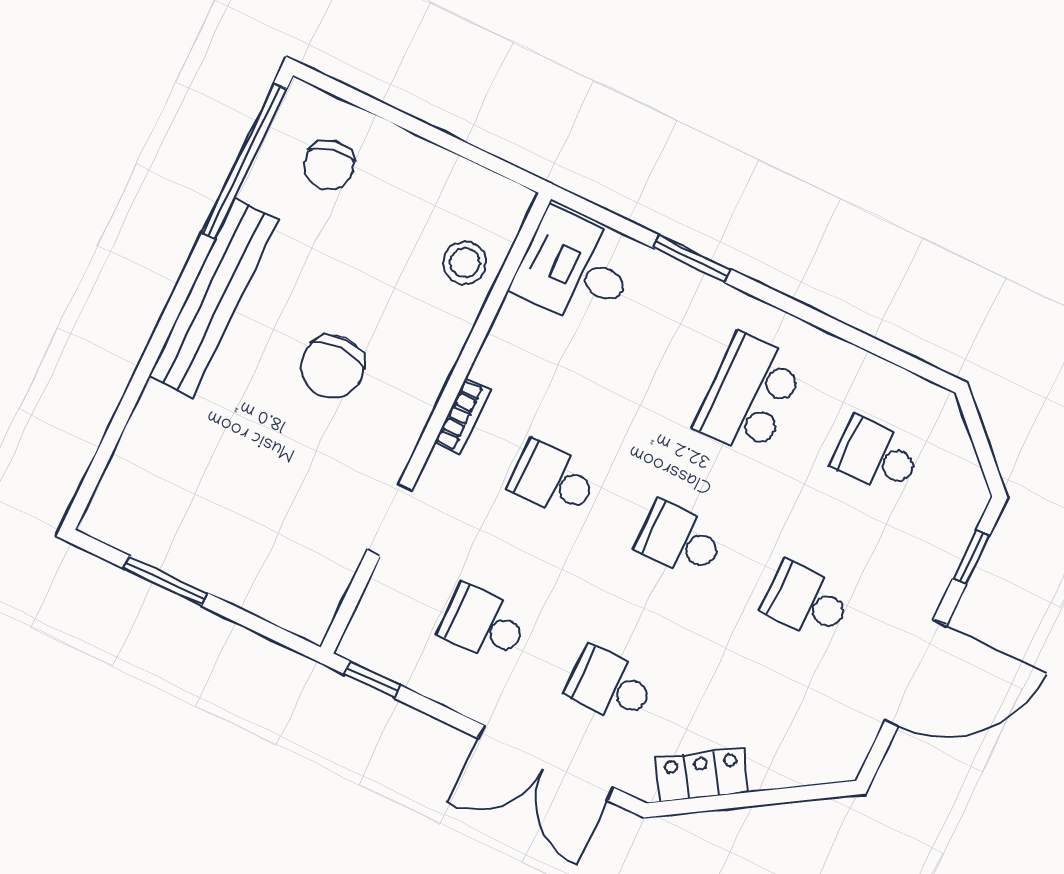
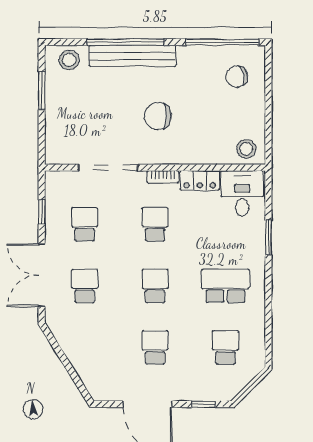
stool: (465, 263) -> (246, 149), moved
bench: (214, 298) -> (133, 56), moved
window: (149, 361) -> (125, 42), added
stool: (130, 494) -> (69, 60), added
doorway: (389, 520) -> (108, 168), width x1.87
window: (372, 680) -> (42, 212), moved
locker: (702, 775) -> (200, 180), moved, turned 122

